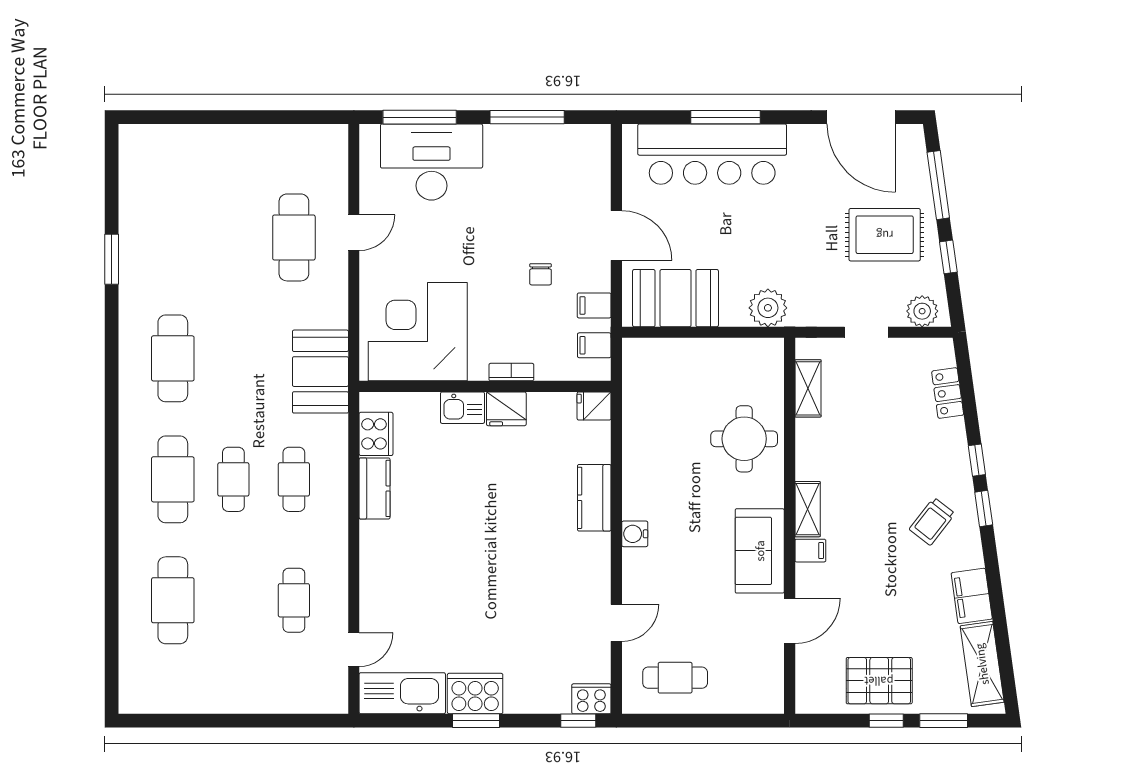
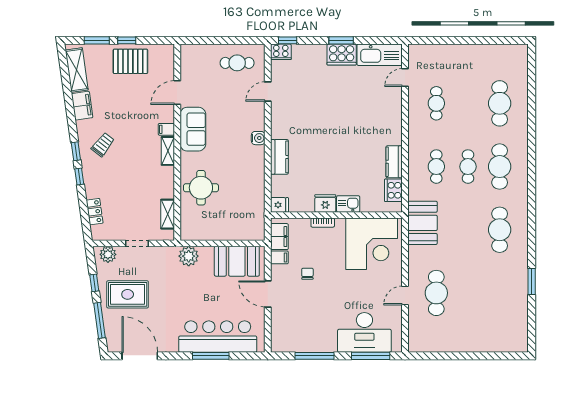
filing cabinet: (594, 345) -> (279, 237), width x2.00

